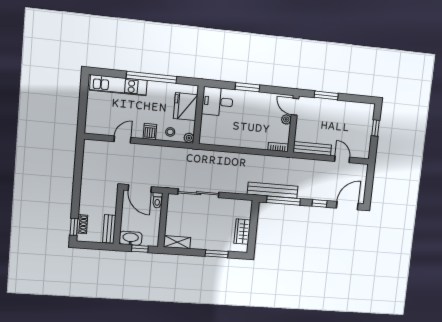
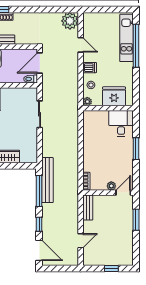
window: (152, 77) -> (136, 46), moved
bench: (312, 149) -> (88, 208), width x0.73
plant: (93, 150) -> (70, 21), added
sliding door: (199, 193) -> (40, 114), width x0.73

